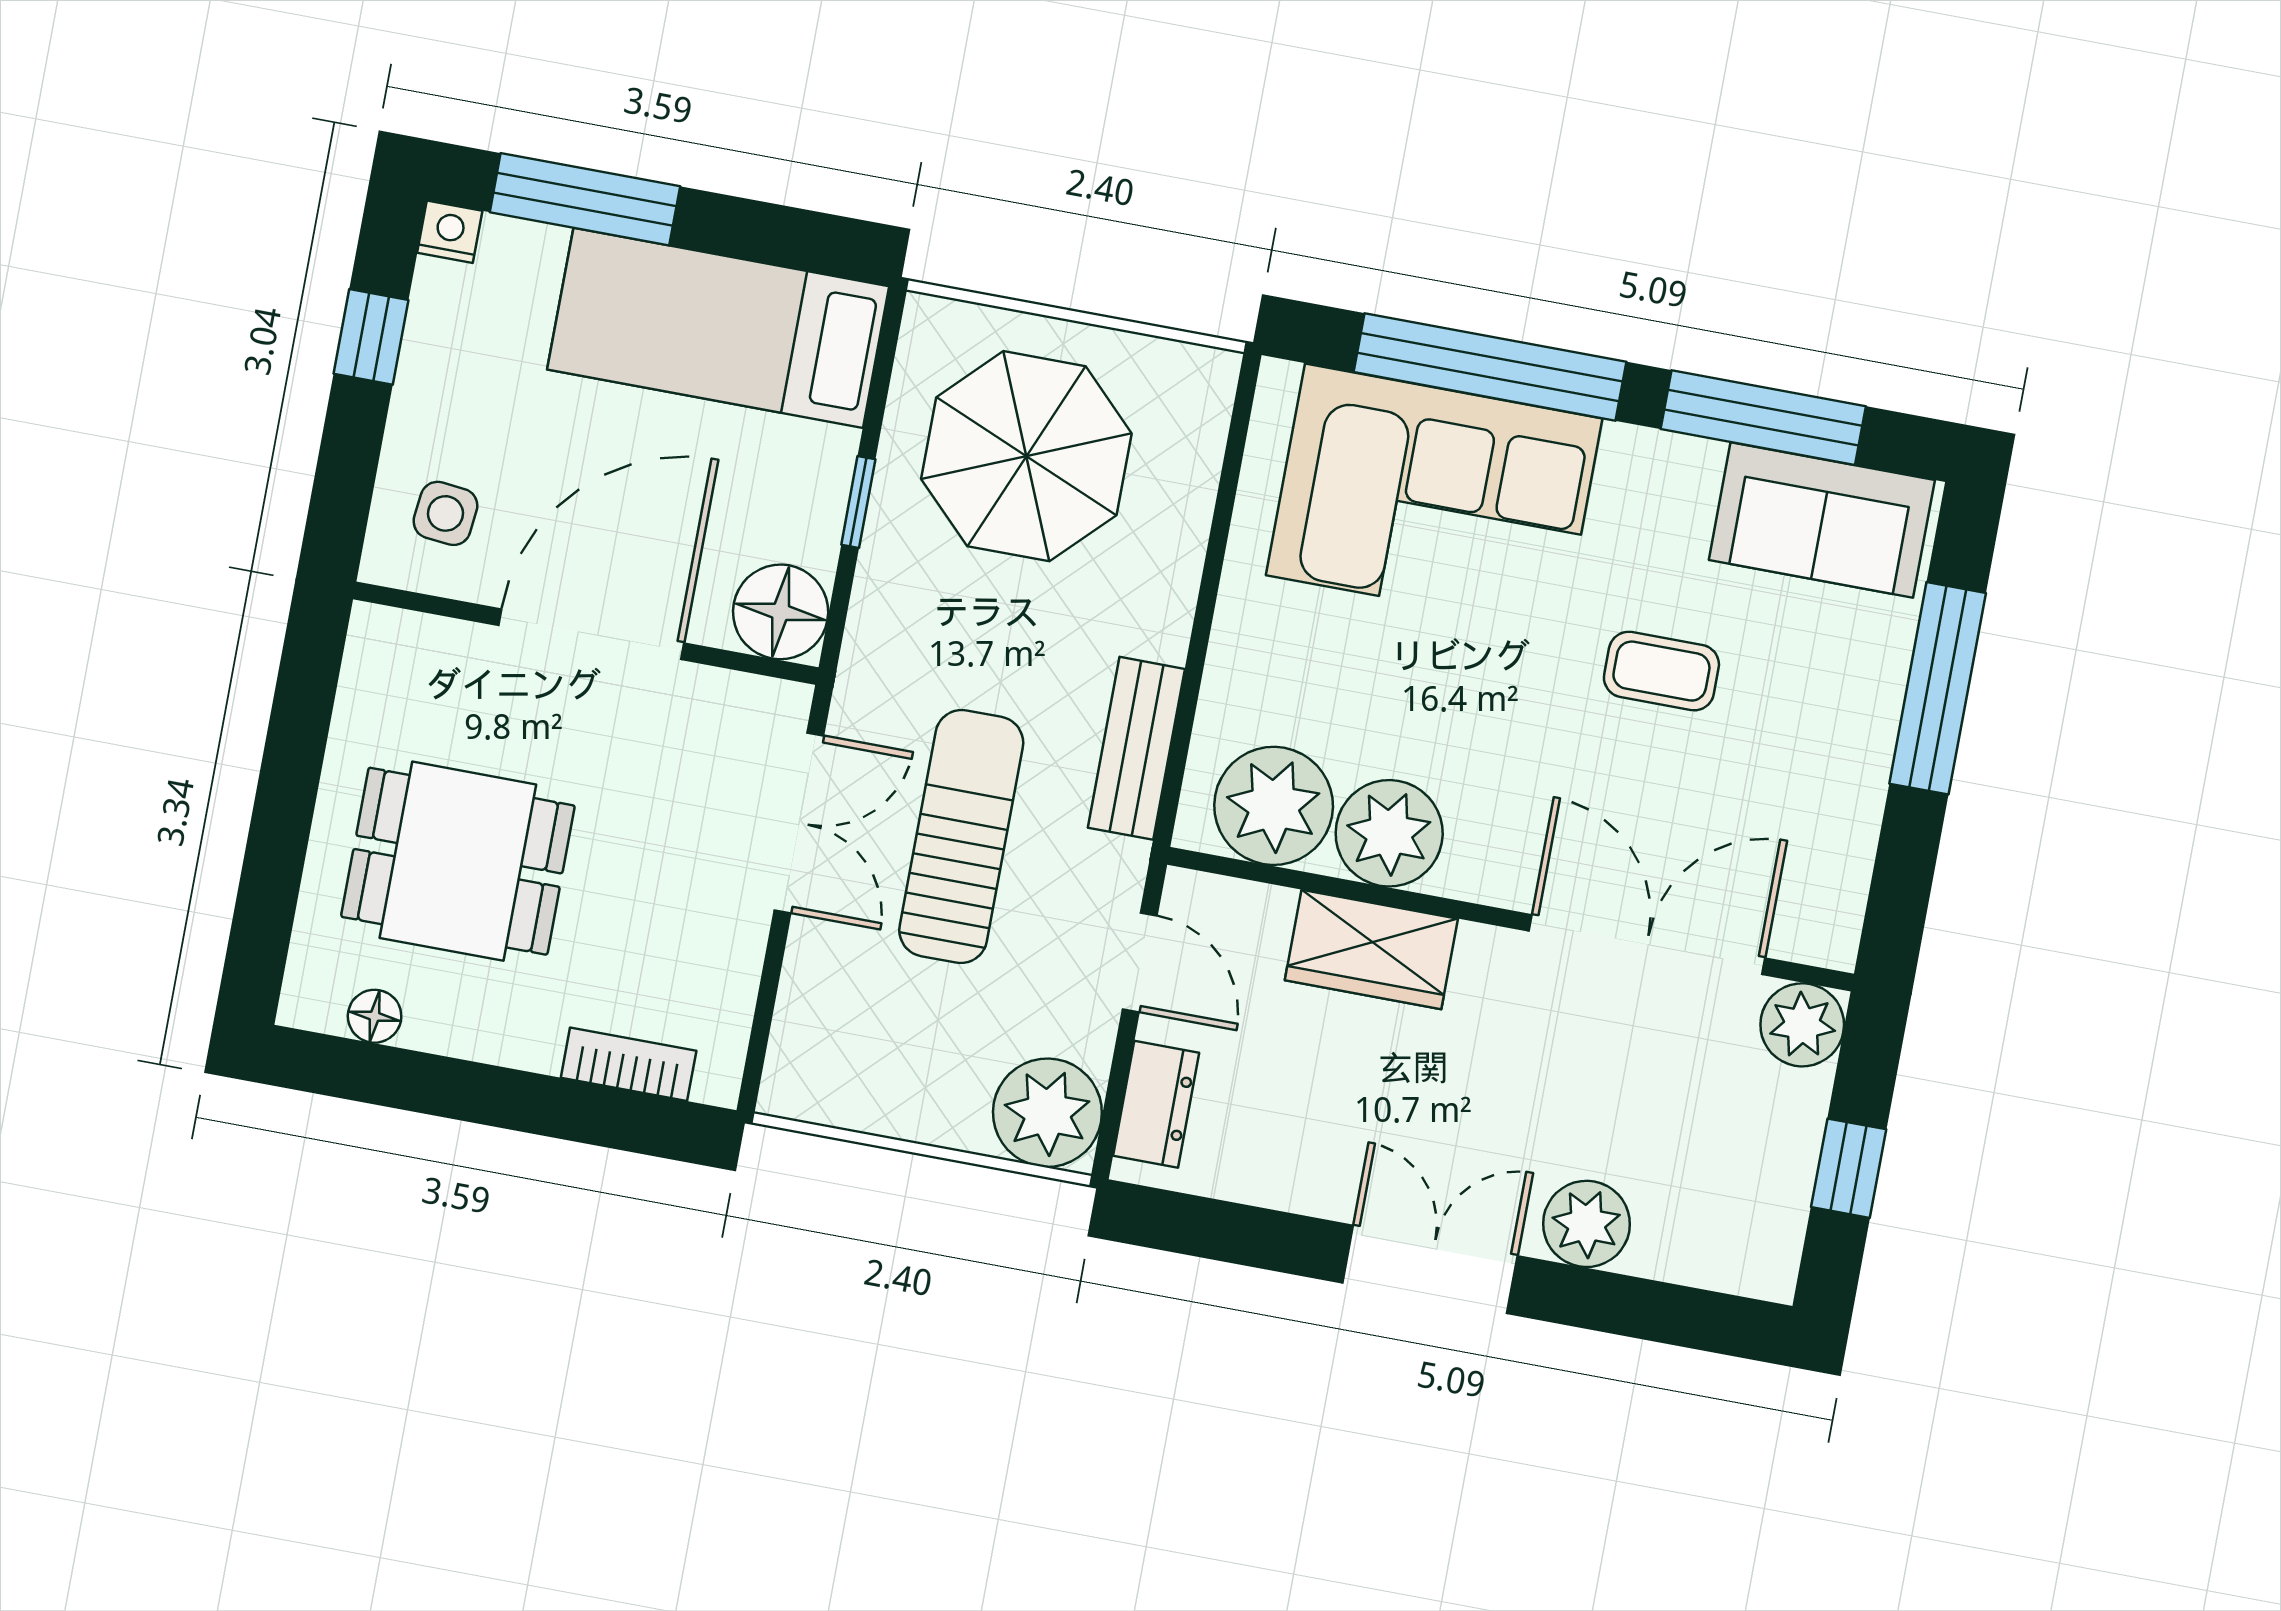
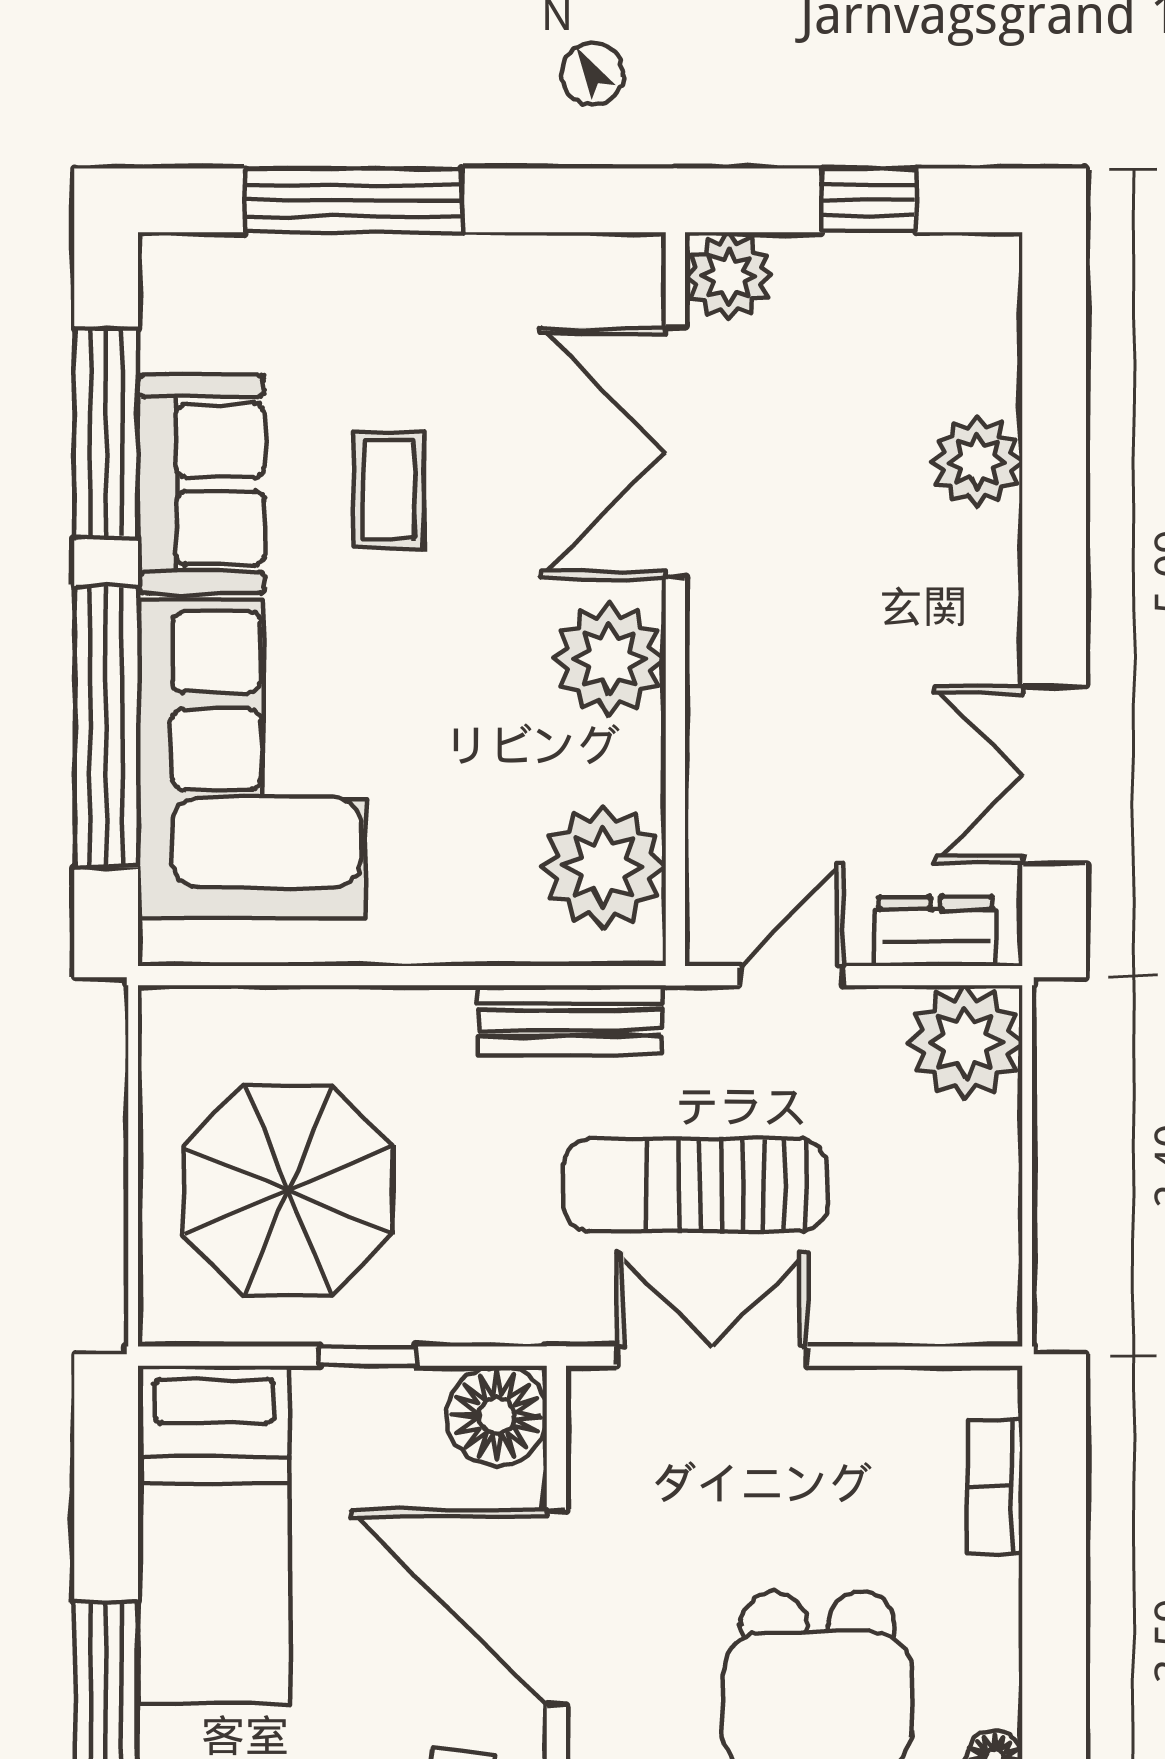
sofa: (1822, 520) -> (201, 484), moved
plant: (1389, 833) -> (609, 659), moved
wardrobe: (1371, 950) -> (733, 738), removed
double door: (1430, 1269) -> (1054, 775), moved

